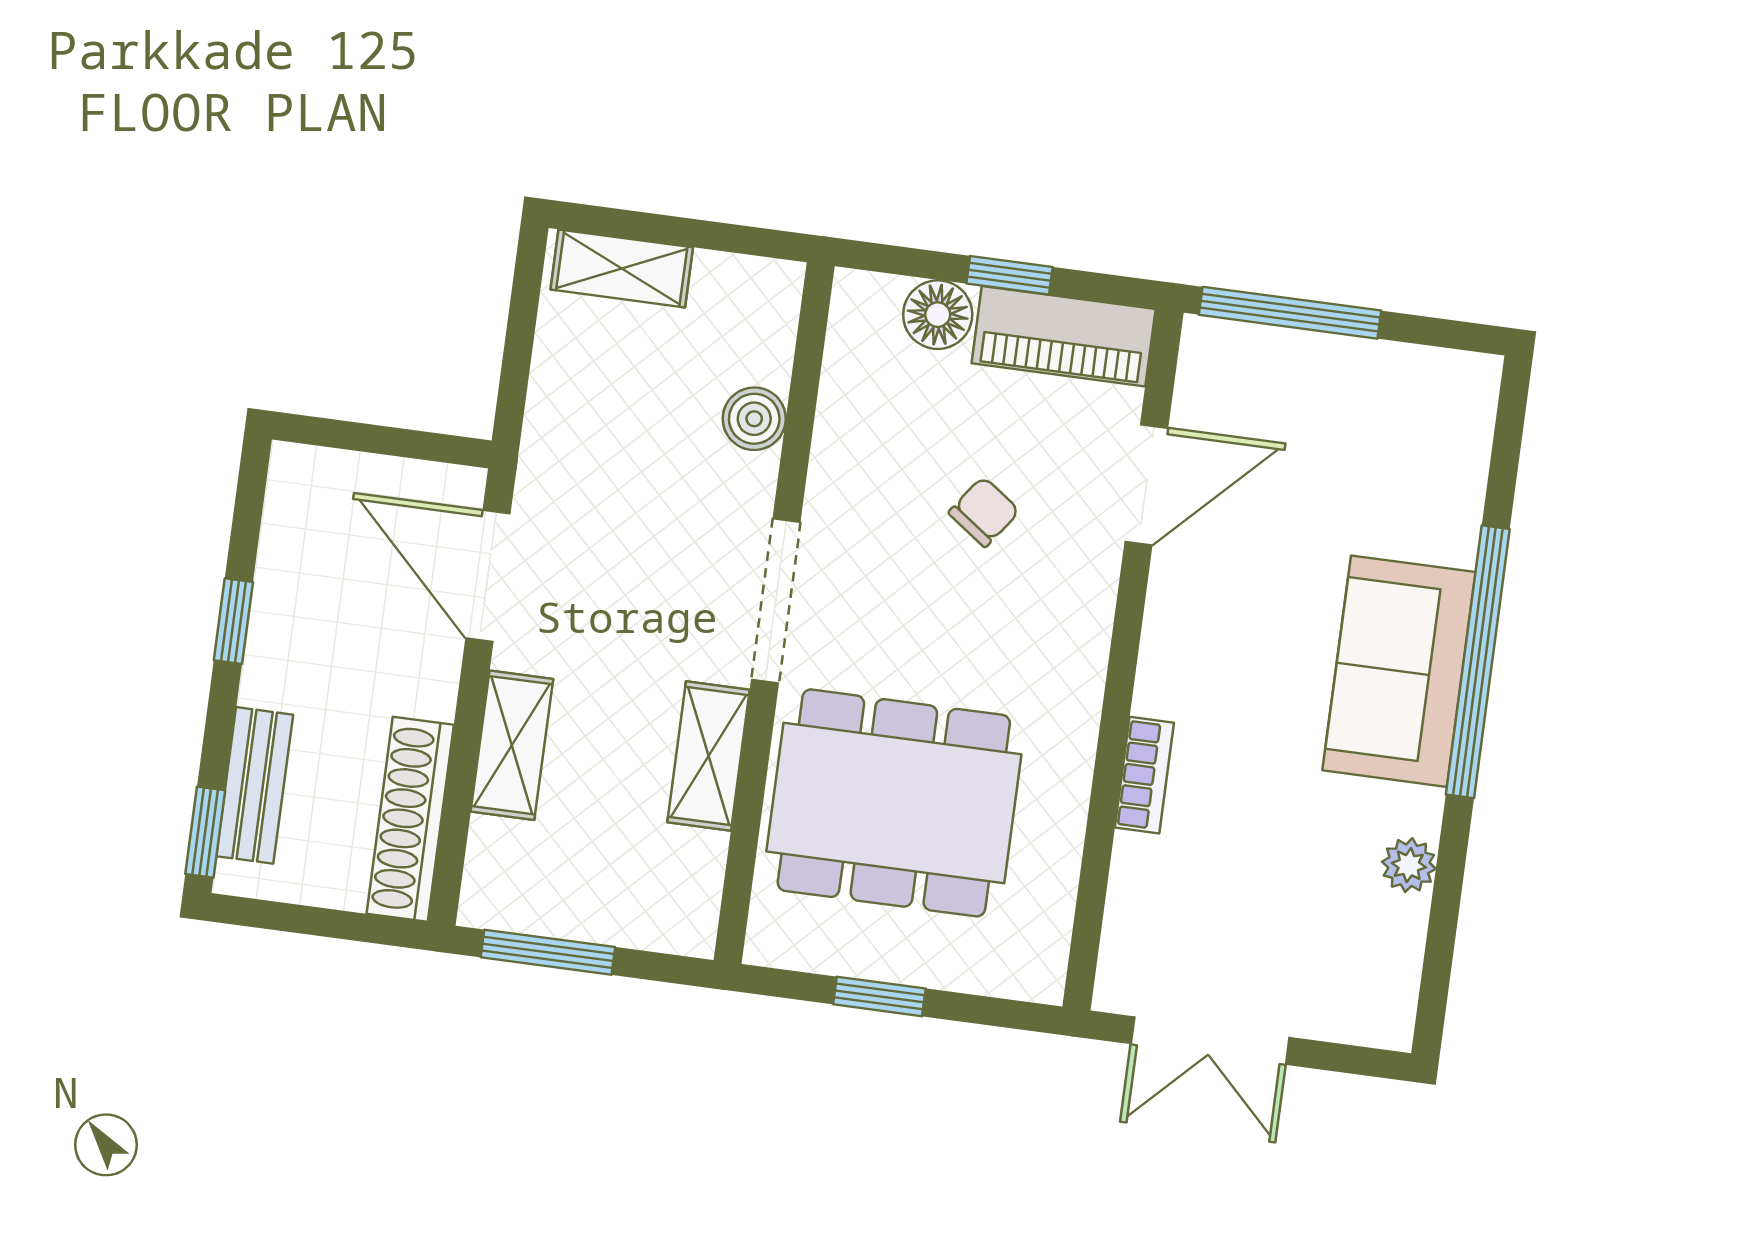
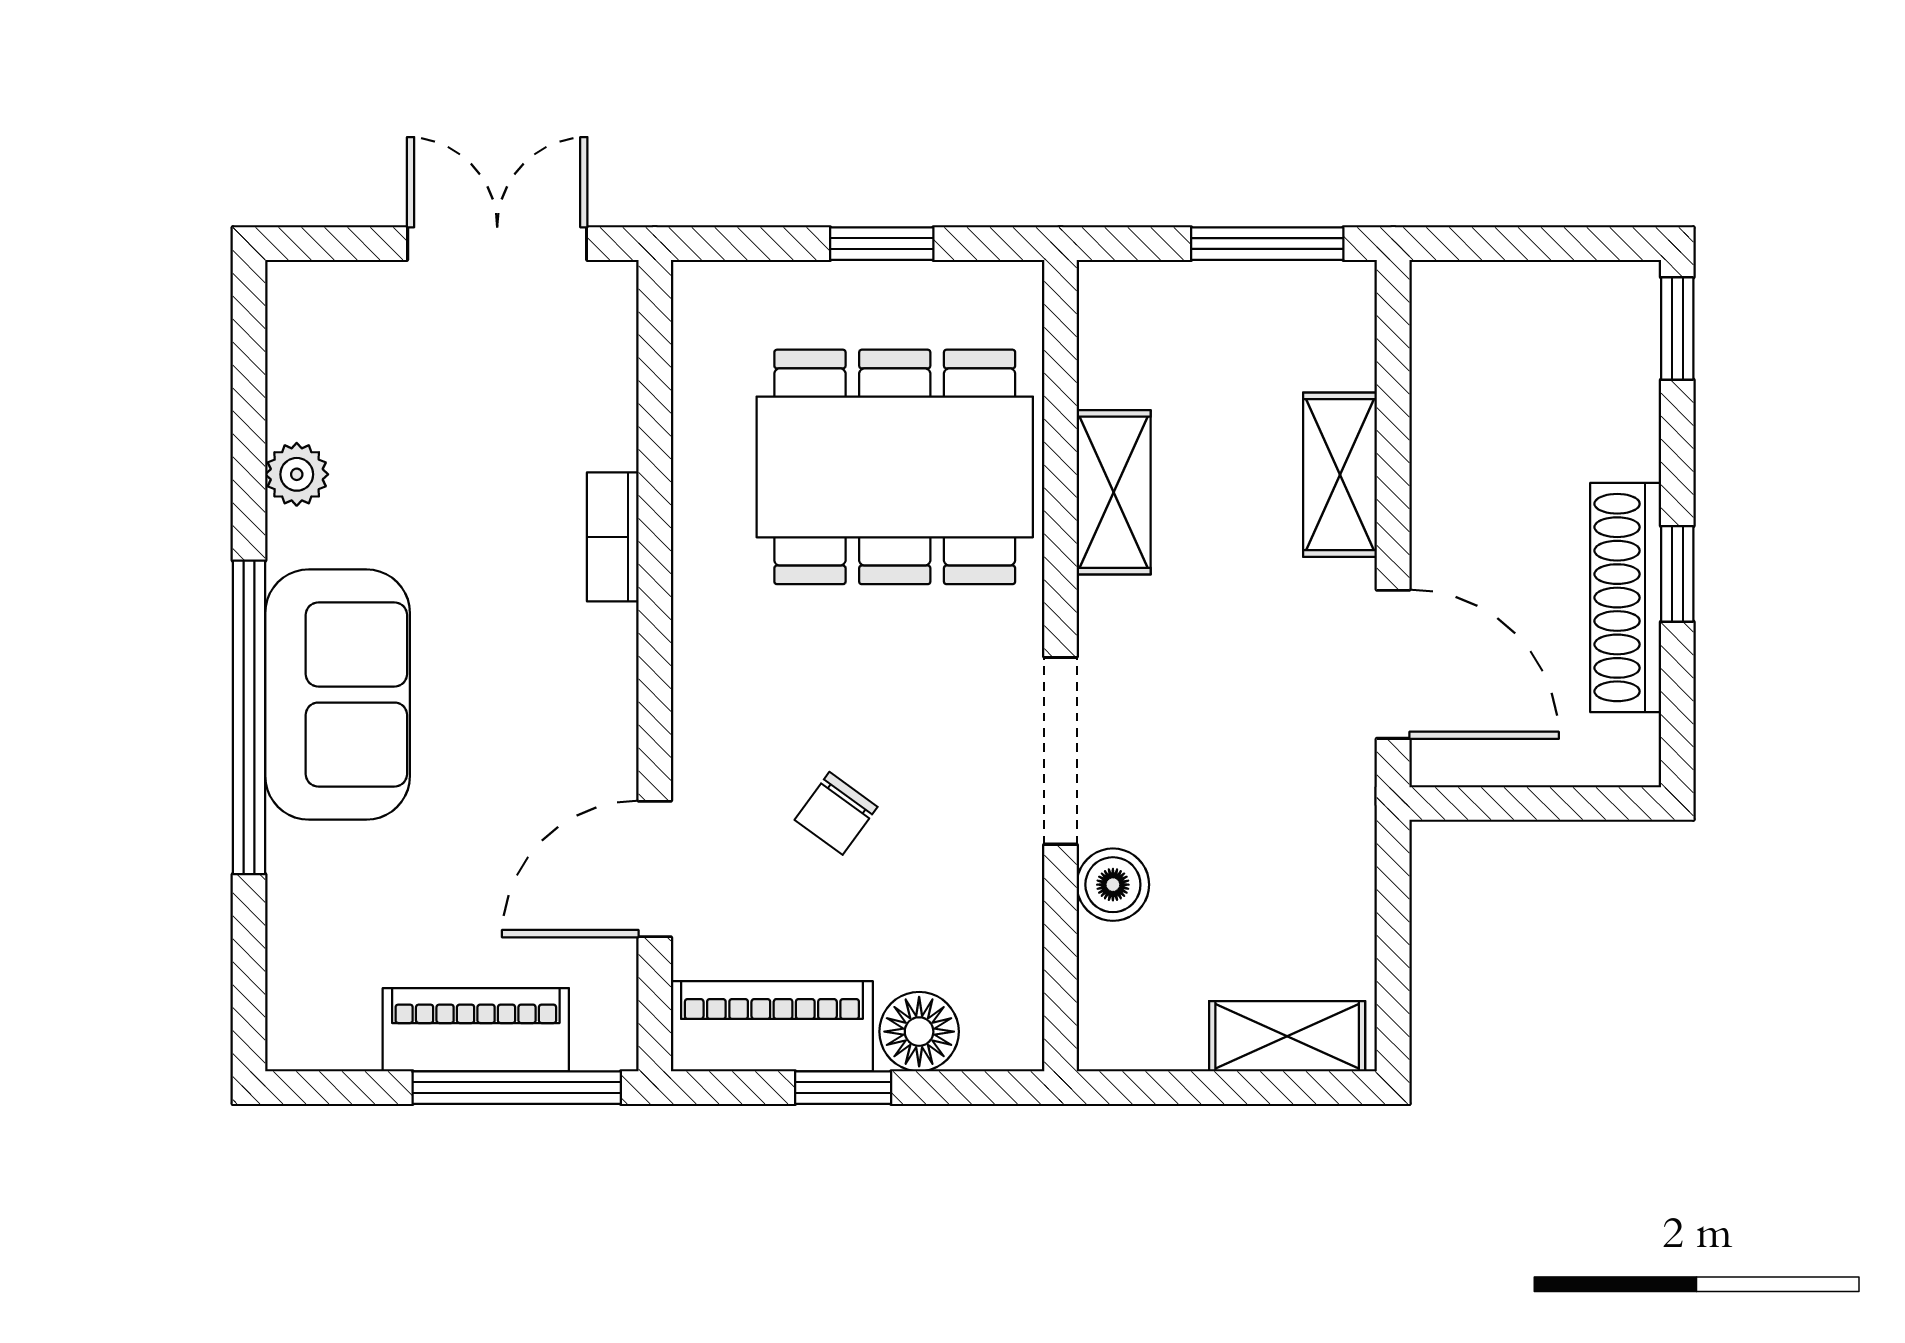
piano: (1319, 367) -> (476, 1030), added
doorway: (776, 601) -> (1060, 751), moved
bench: (255, 785) -> (1628, 390), removed
shoe rack: (410, 819) -> (1626, 598), moved, turned 180

